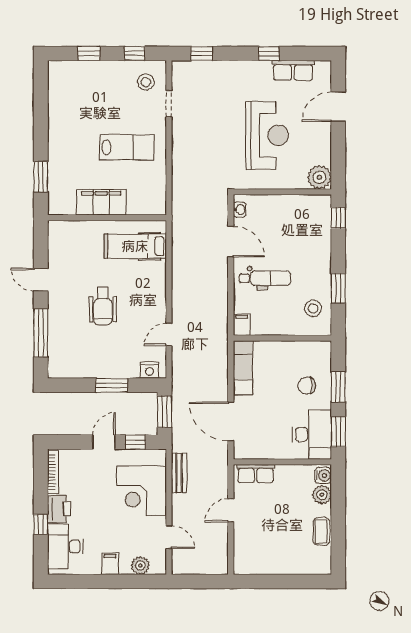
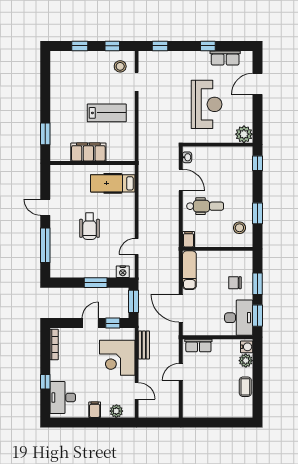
printer: (59, 509) -> (58, 371), removed

